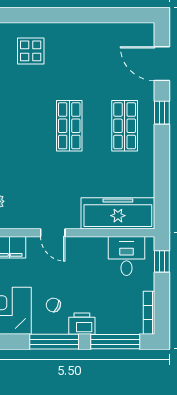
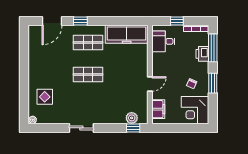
freezer: (118, 213) -> (127, 34), moved, turned -90
window: (162, 261) -> (177, 21), moved
printer: (82, 324) -> (202, 54), moved
window: (54, 342) -> (213, 83), width x0.69

